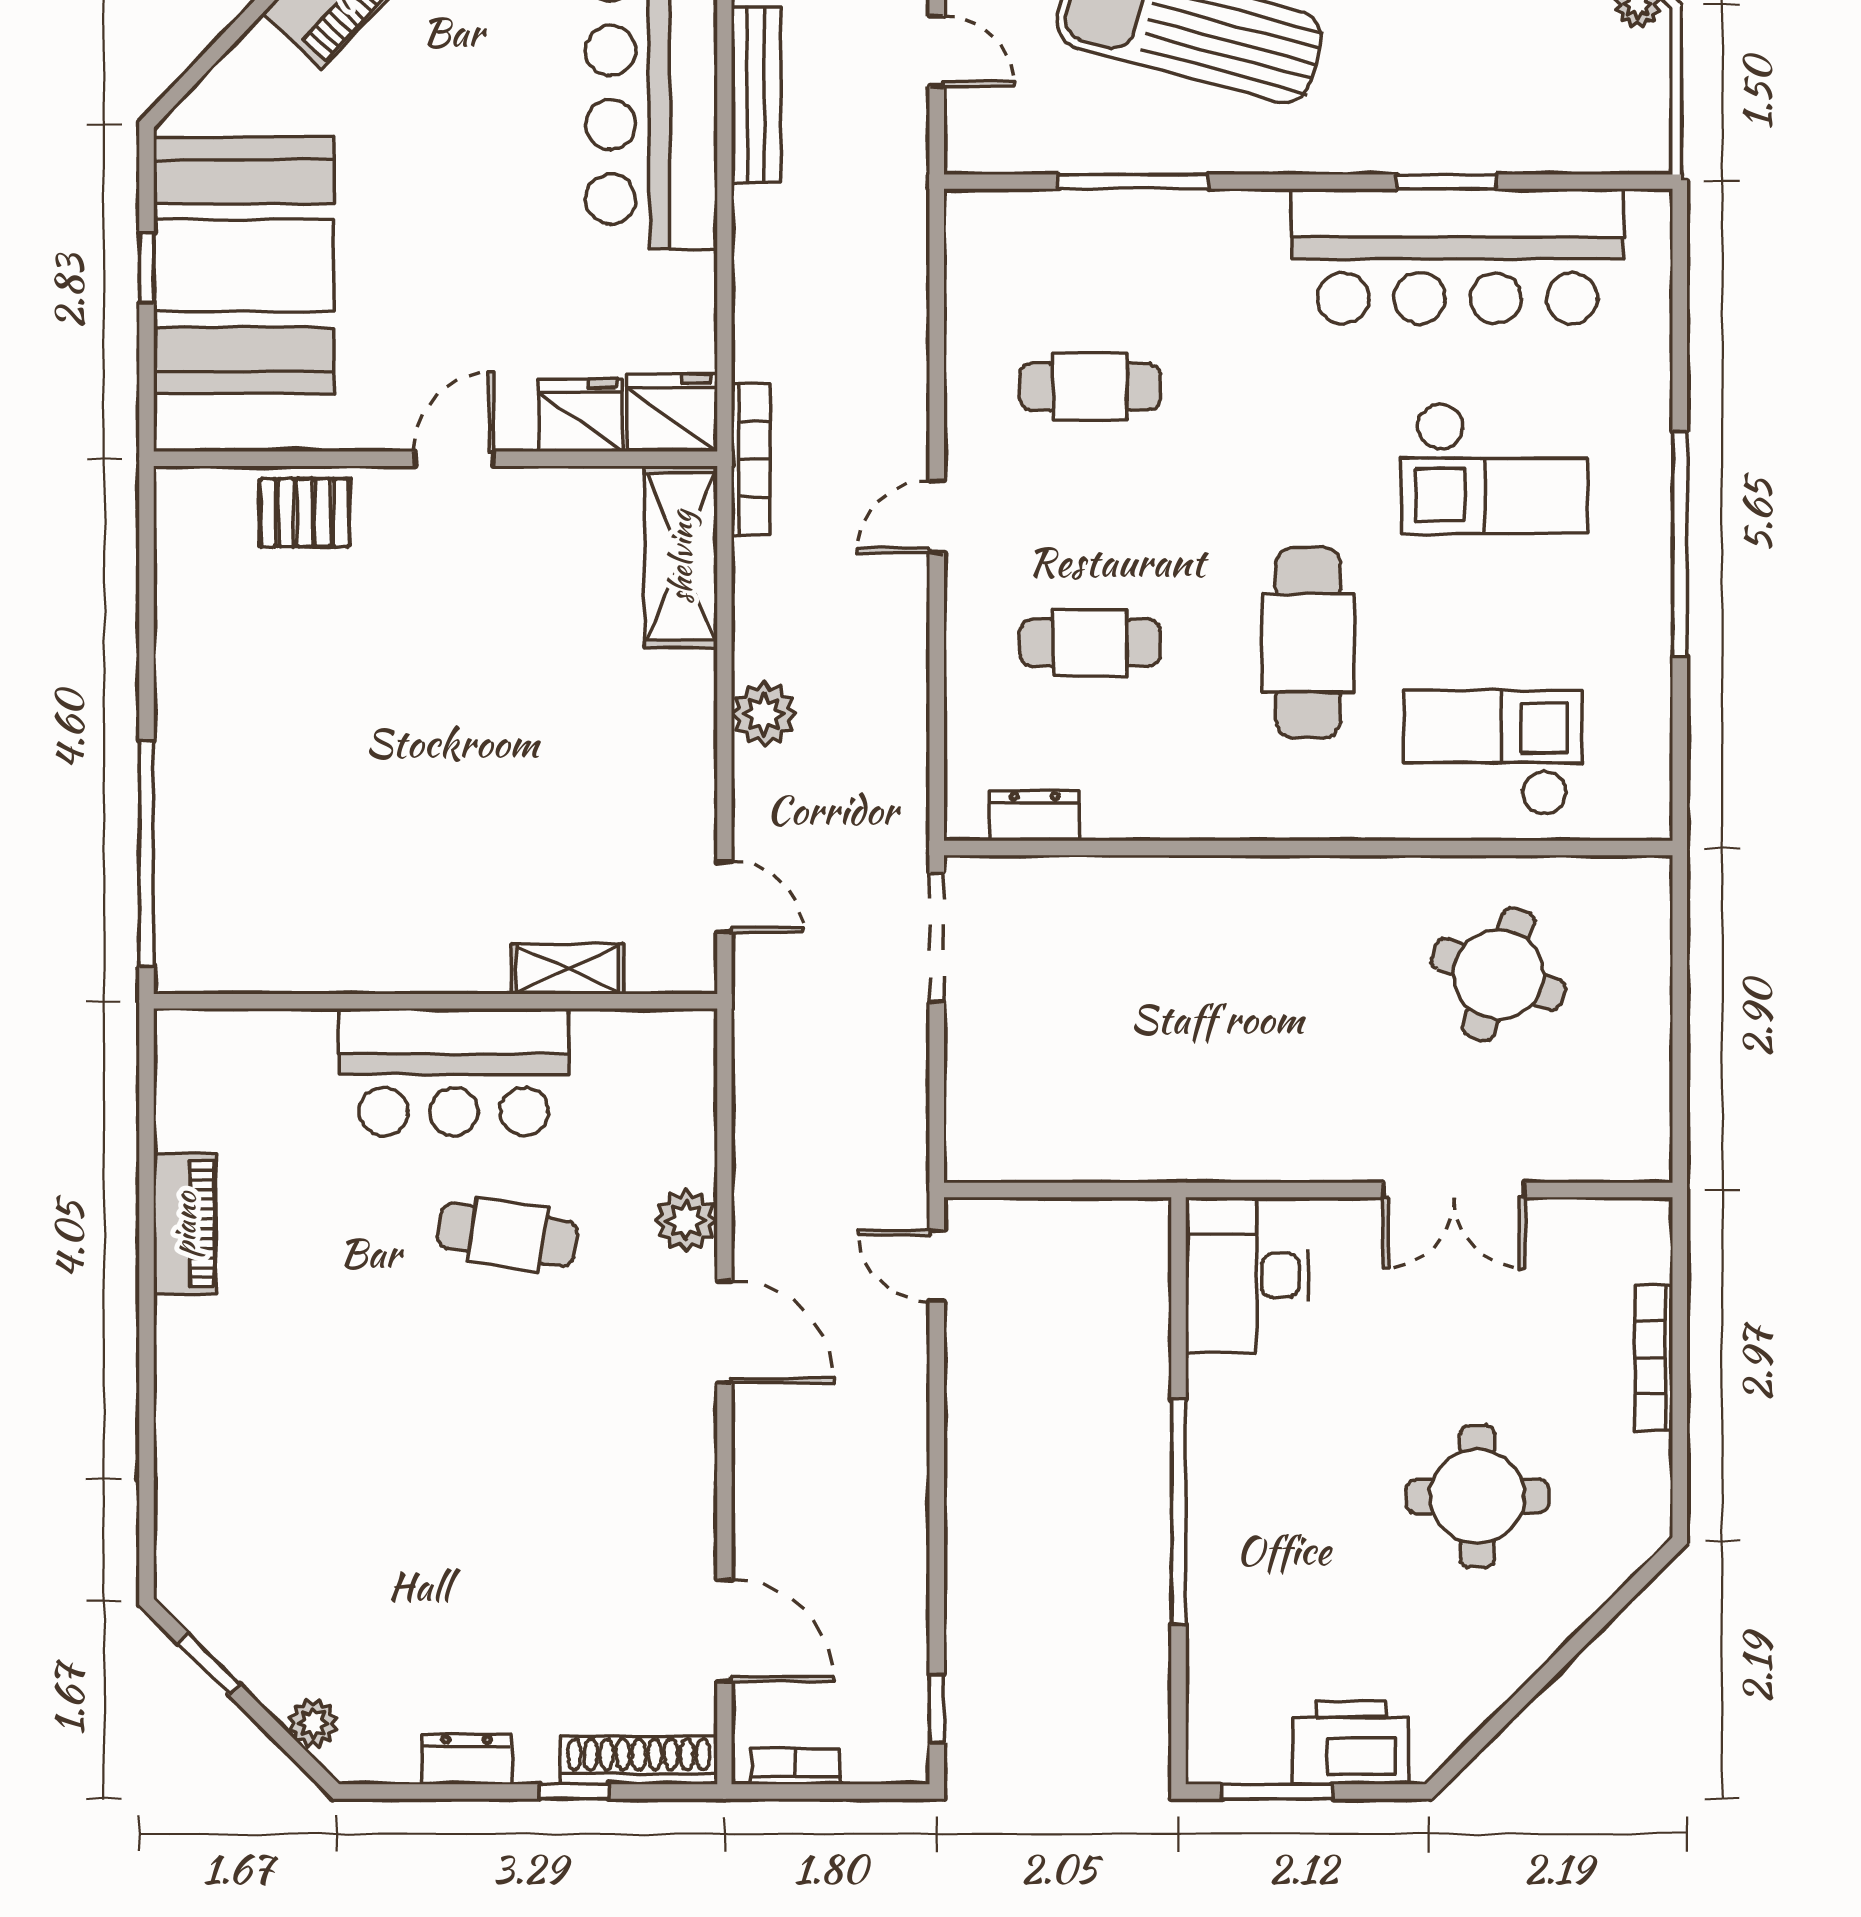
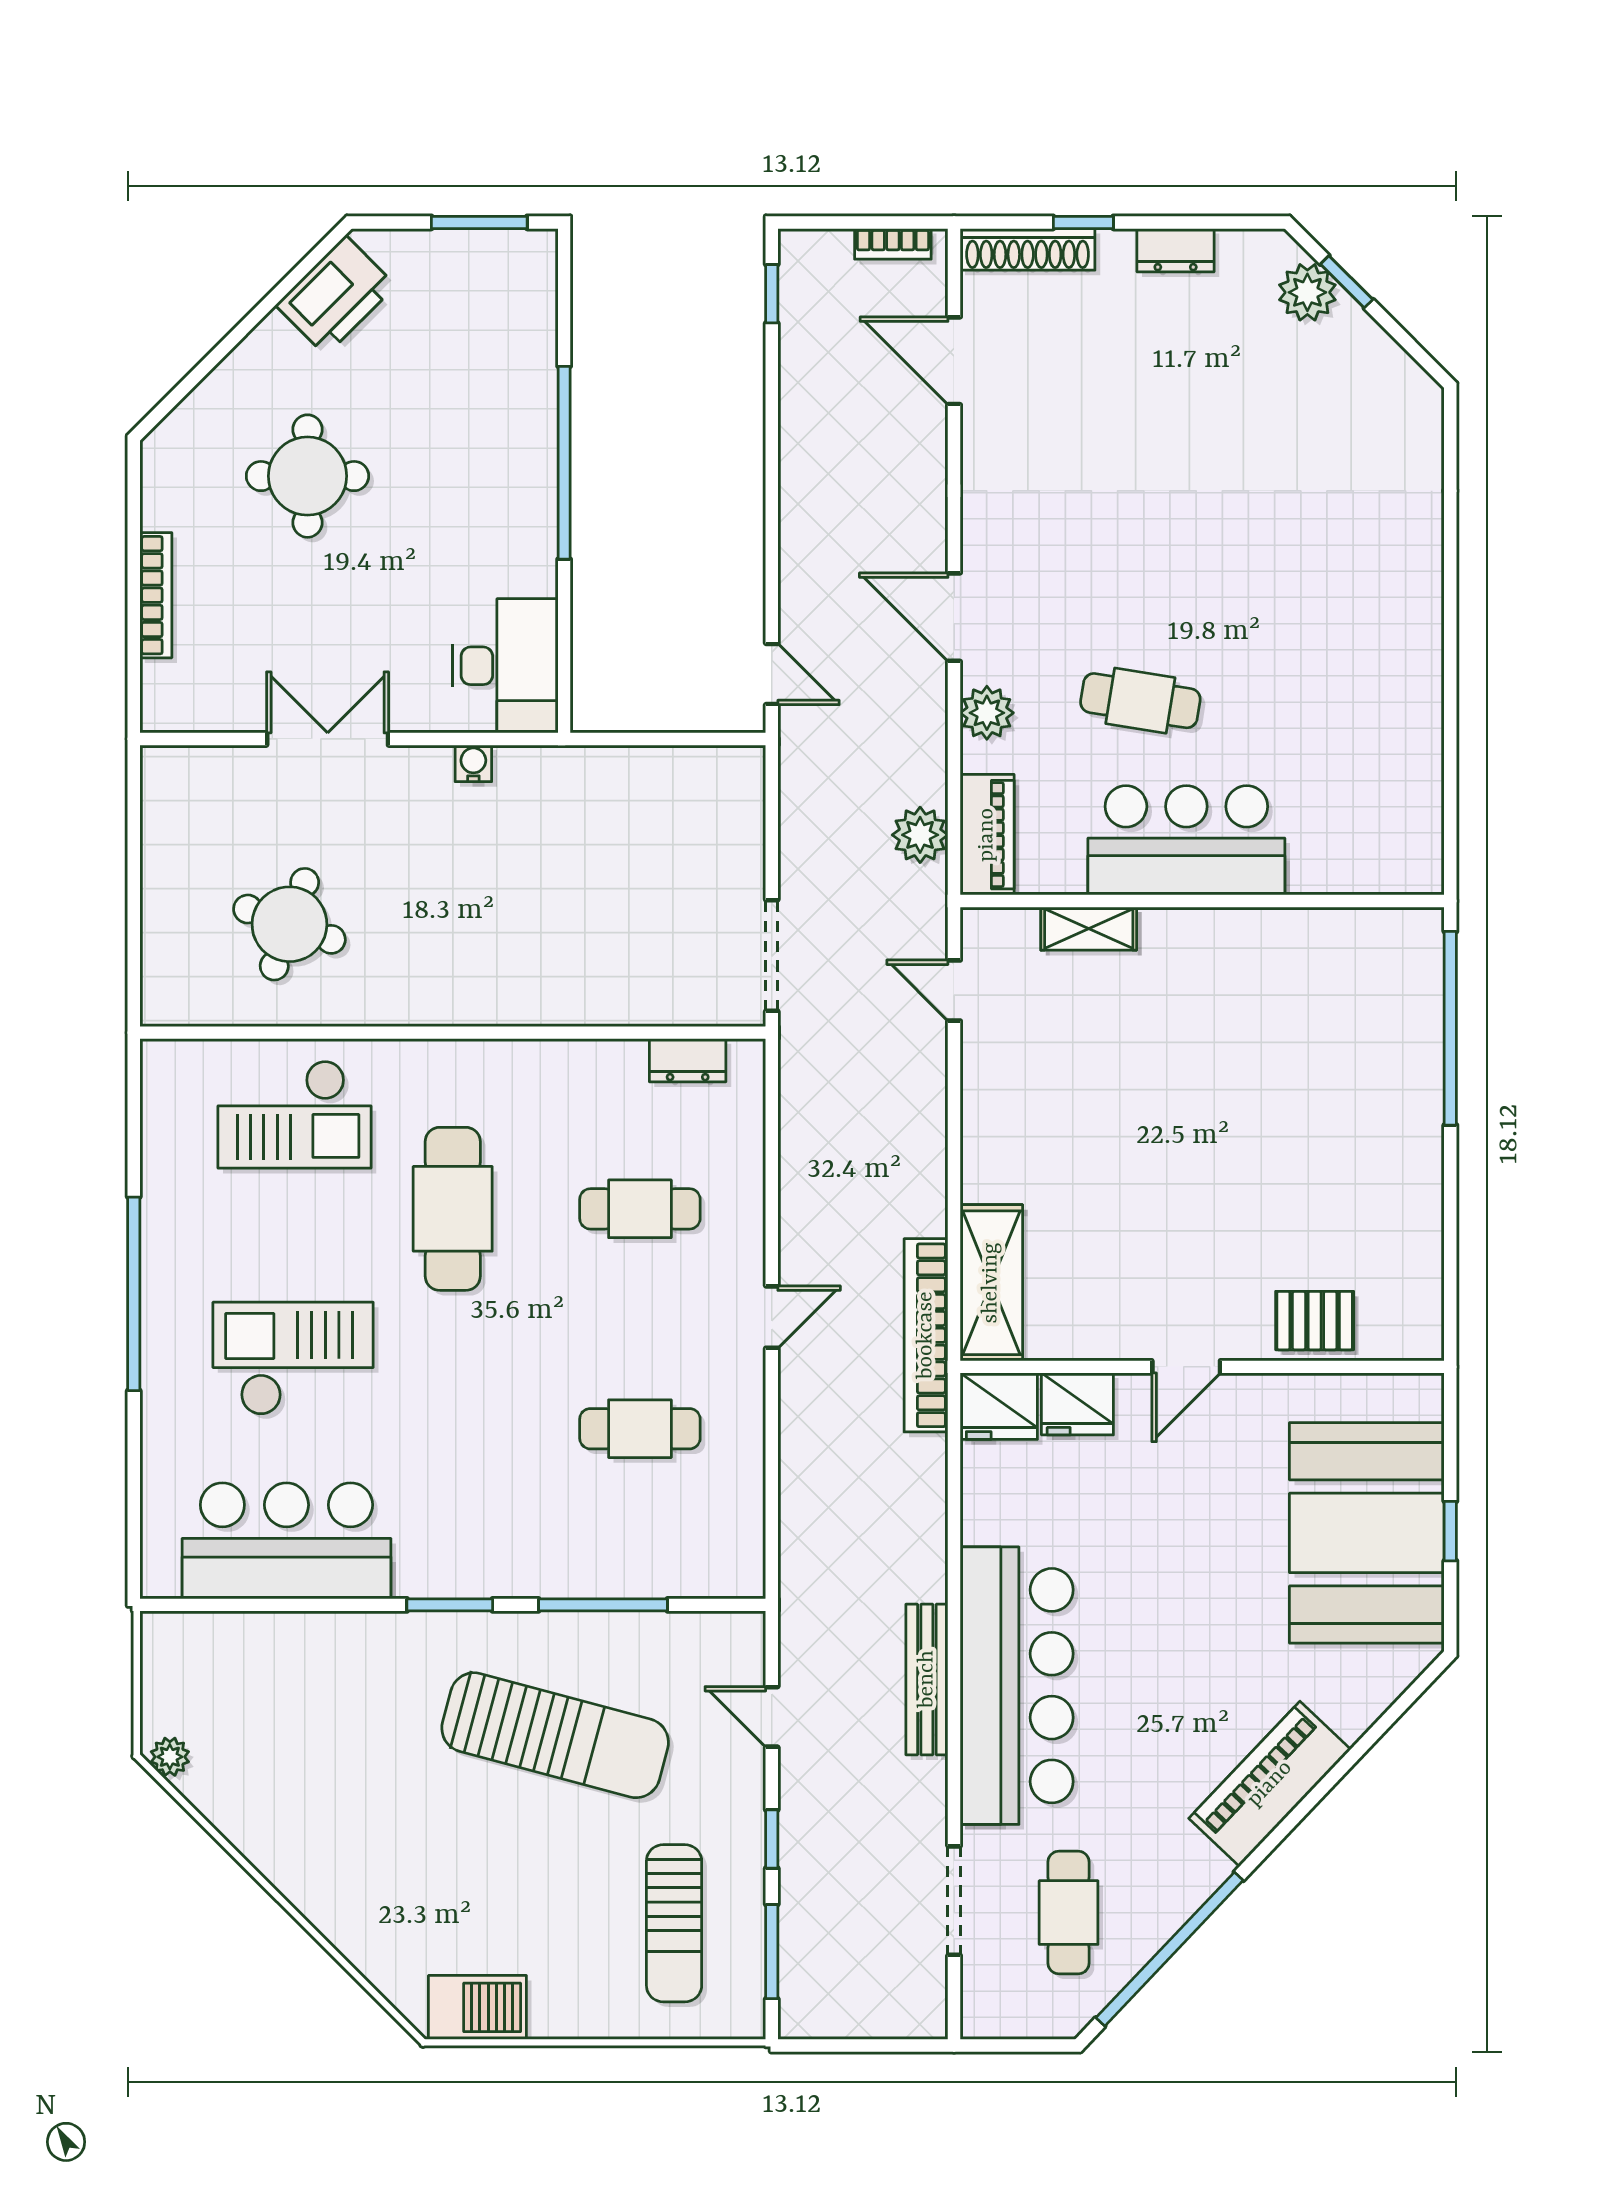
window: (1447, 182) -> (450, 1605), moved
bar counter: (1458, 256) -> (286, 1541), width x0.73
bookcase: (751, 459) -> (926, 1335), width x1.48, depth x1.31
plant: (764, 714) -> (920, 835), moved
water cooler: (1284, 1162) -> (473, 763), added
piano: (185, 1224) -> (987, 835), moved, turned 180
window: (209, 1664) -> (1347, 282), moved
plant: (313, 1723) -> (1307, 292), width x1.38, depth x1.38
printer: (1351, 1743) -> (336, 295), moved, turned -45

